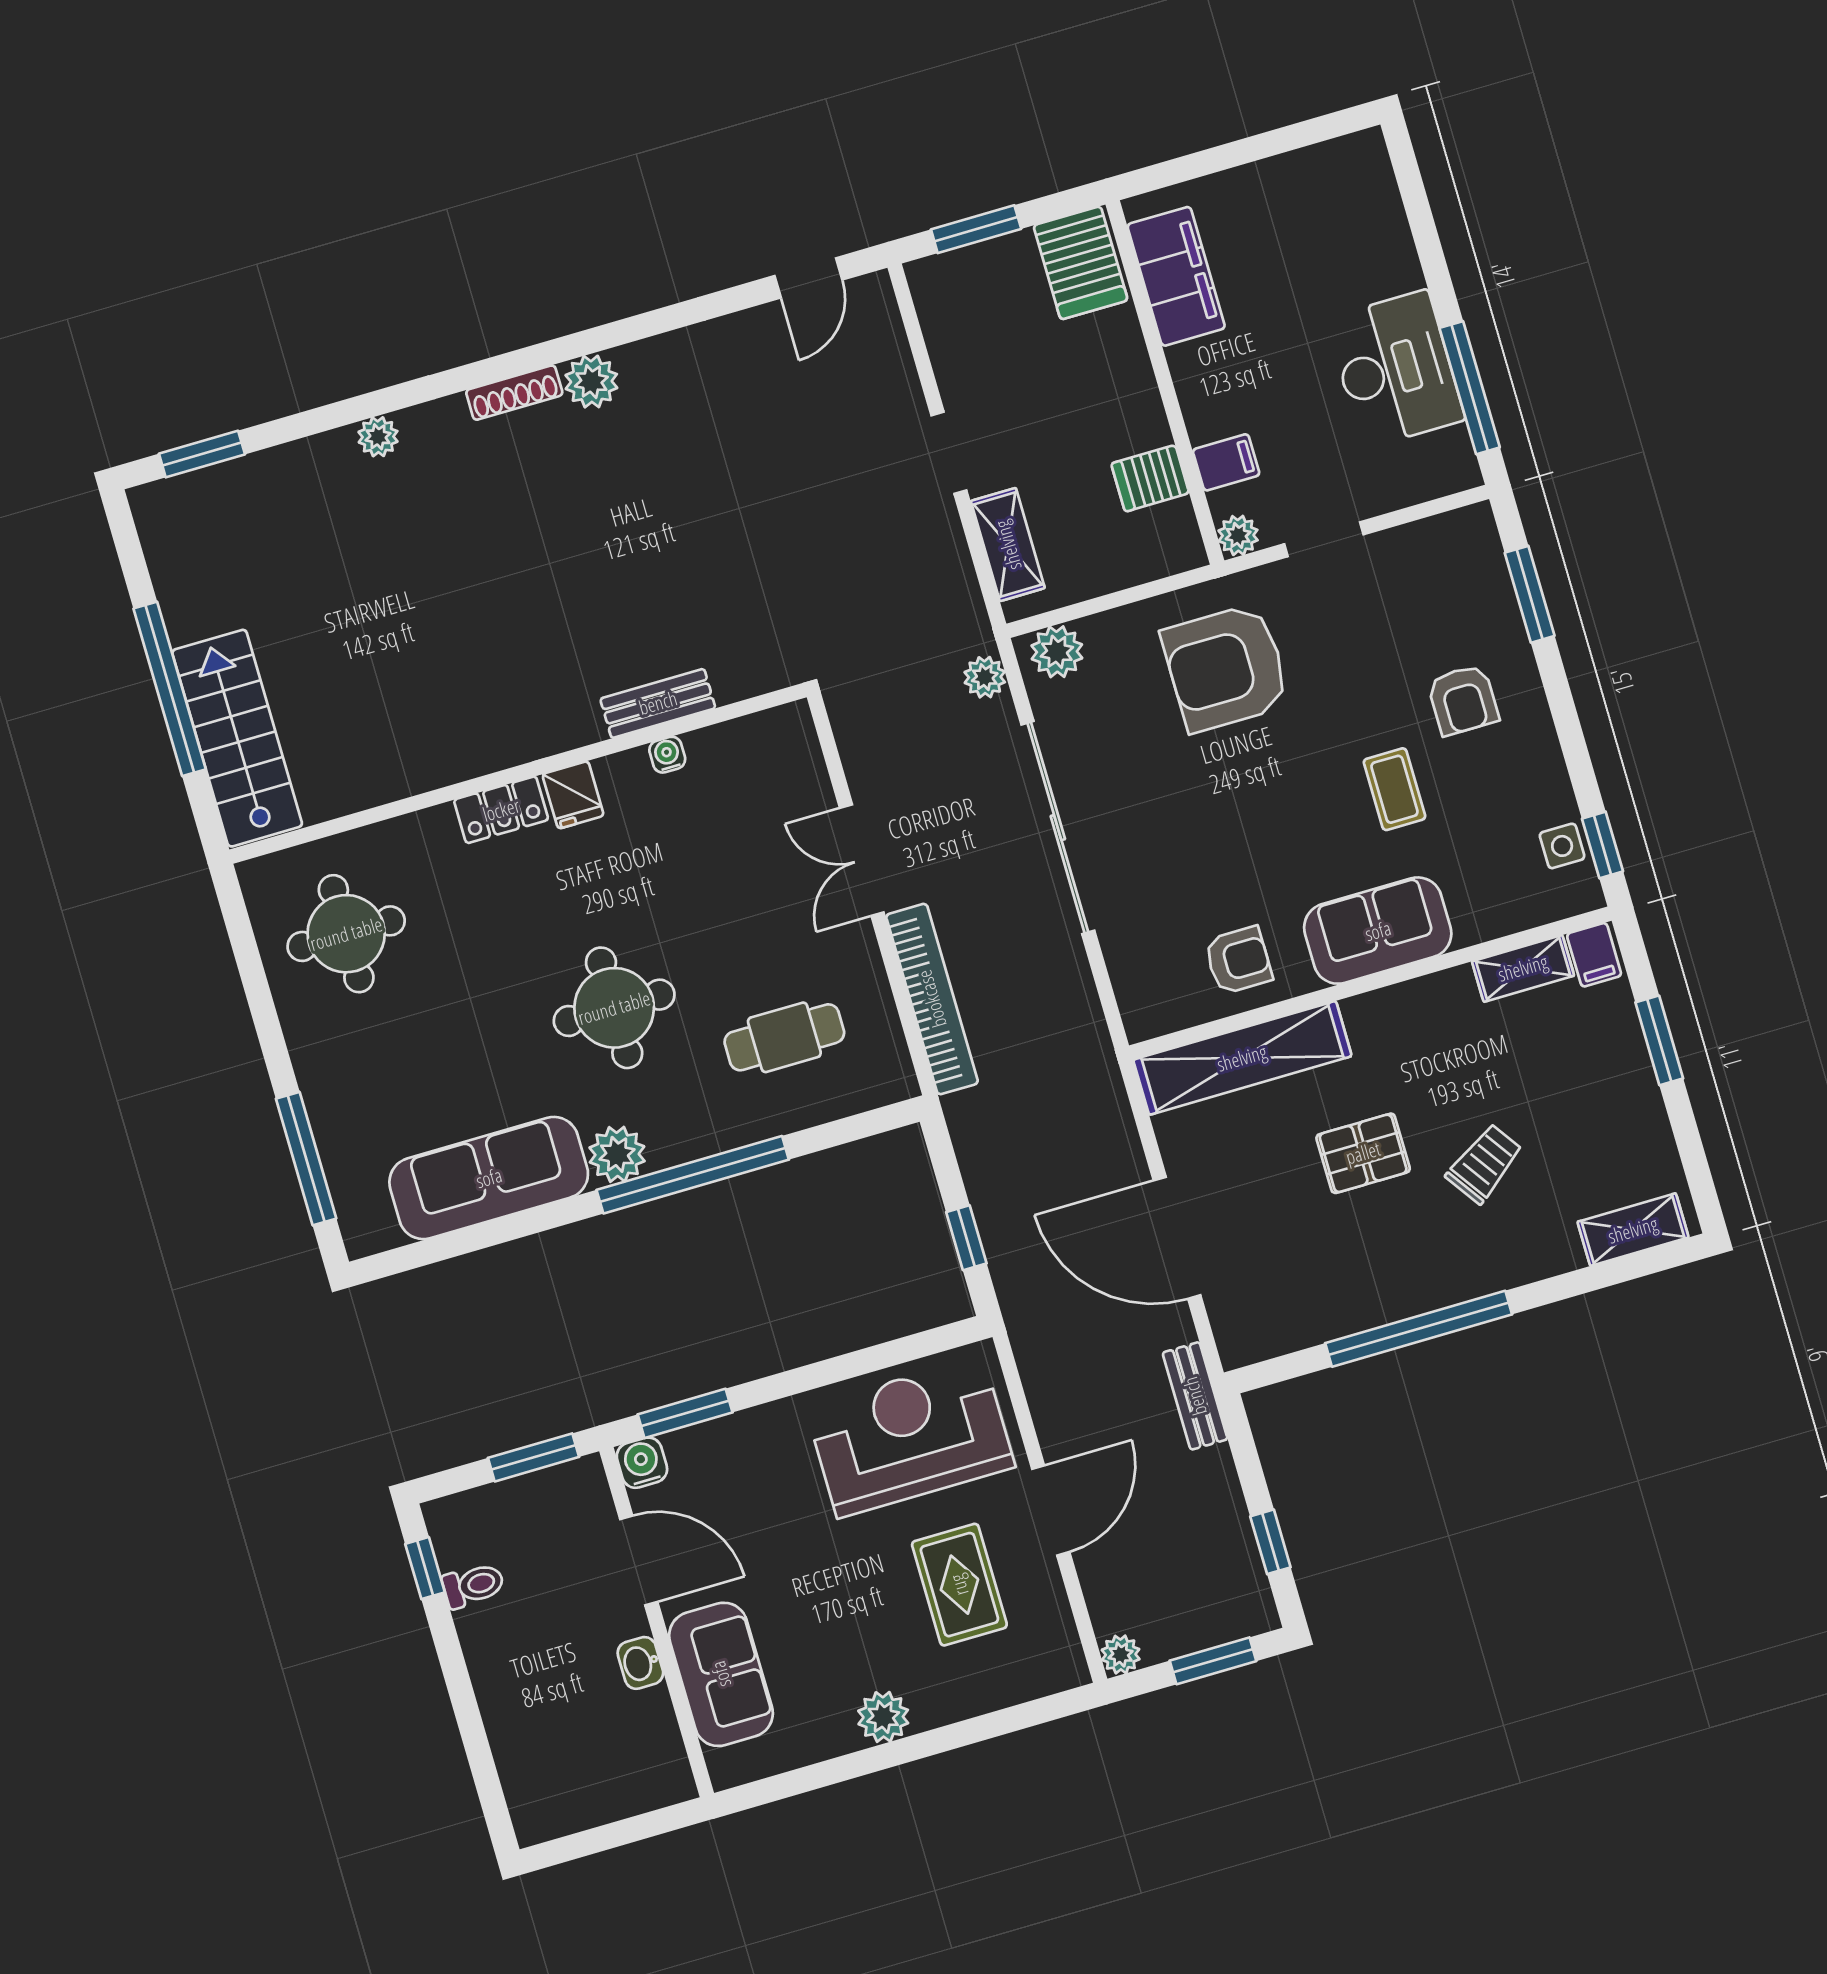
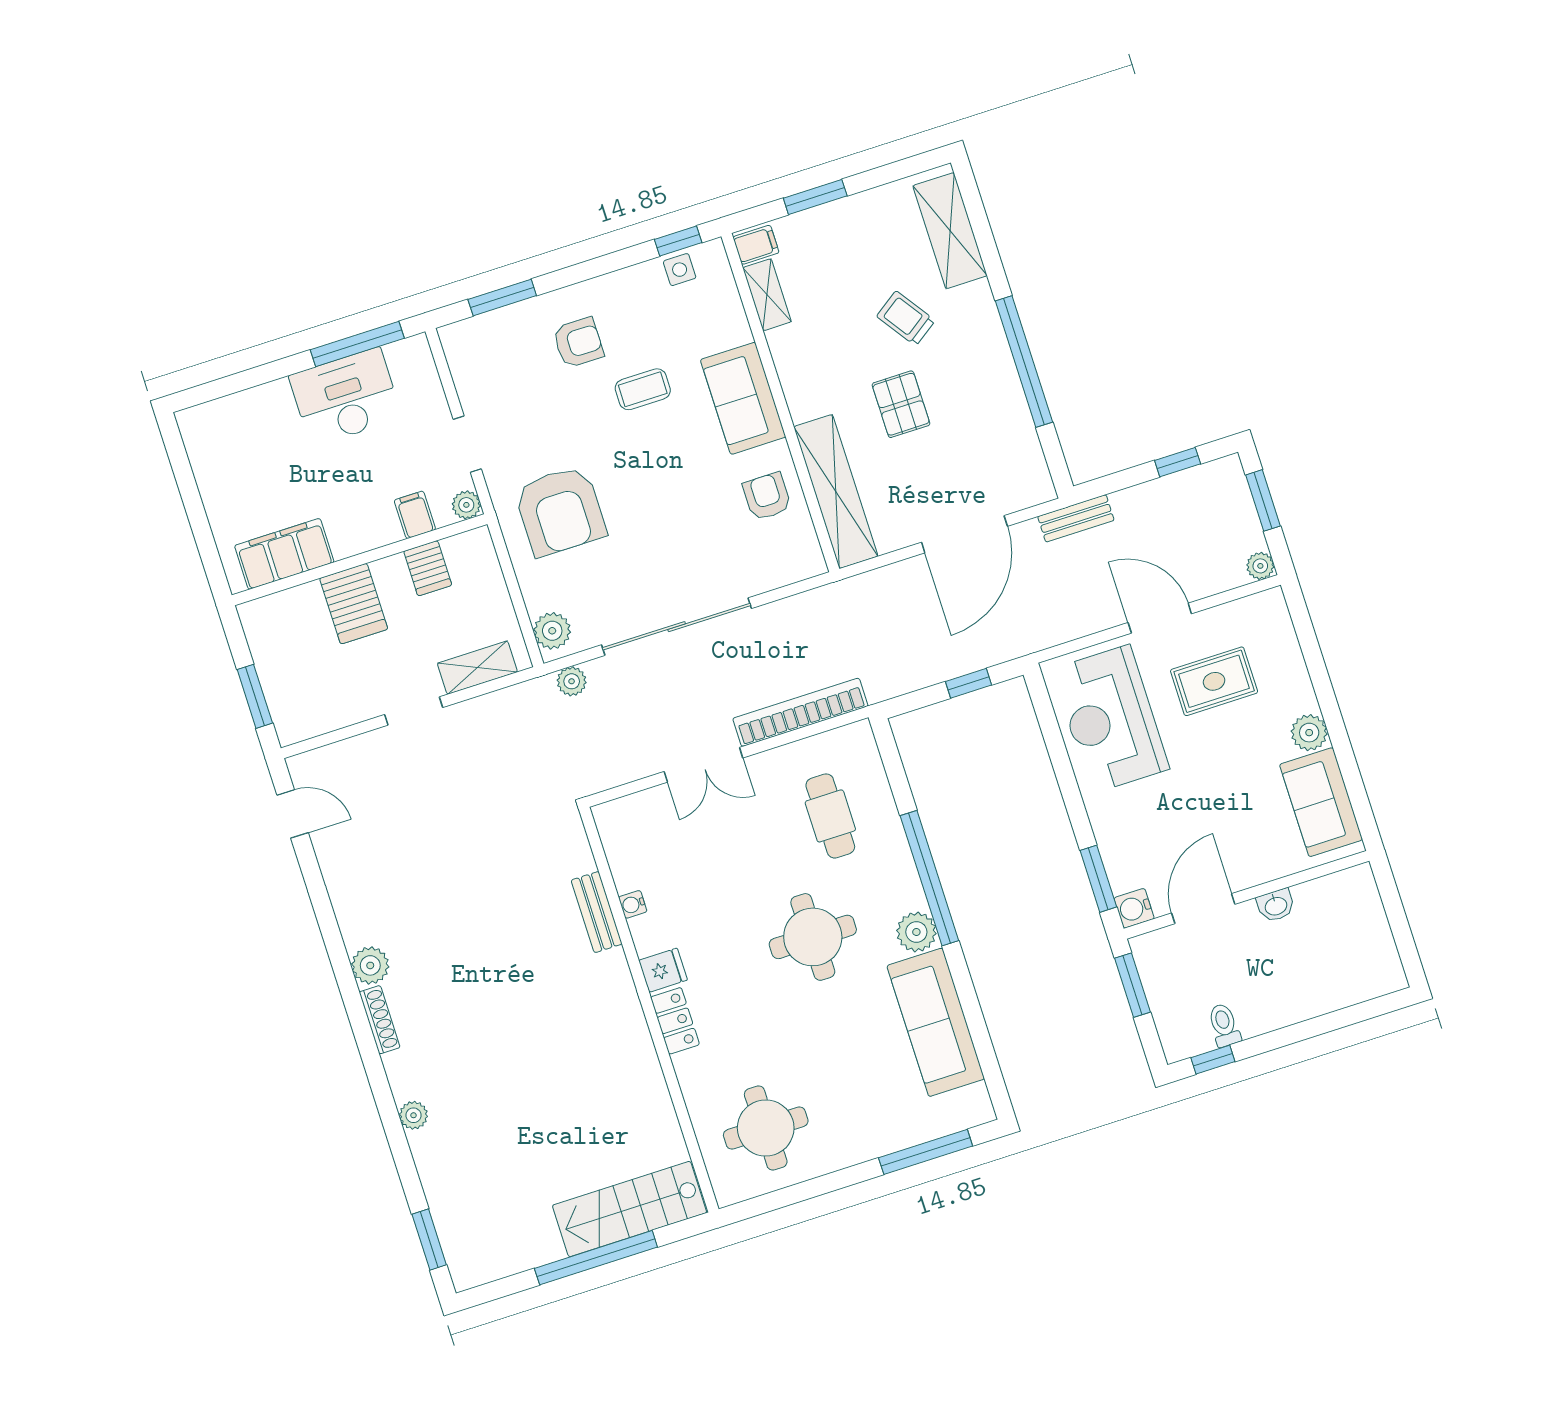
server rack: (1081, 263) -> (354, 604), moved, turned 90
shelving: (1633, 1230) -> (950, 231), width x1.50, depth x1.33
sofa: (721, 1674) -> (1321, 802), moved, turned -90

